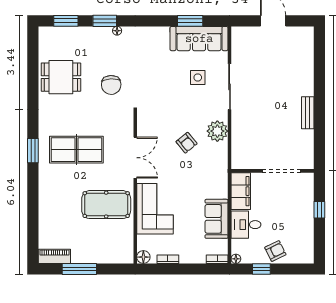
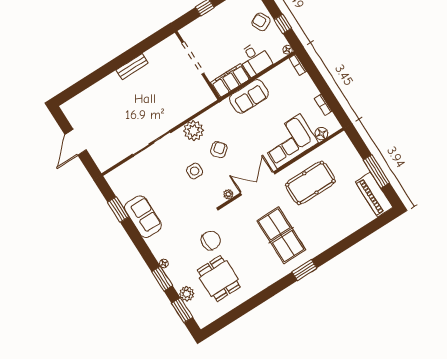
plant: (78, 34) -> (187, 294), added
sofa: (199, 39) -> (143, 217), moved, width x0.73
dining table: (61, 77) -> (219, 278), moved
side table: (198, 77) -> (195, 171), moved
plant: (142, 126) -> (228, 194), added
pool table: (106, 205) -> (310, 183), turned 90
sofa: (217, 219) -> (249, 96), moved
piano: (54, 256) -> (374, 195), width x1.37, depth x1.33
floor lamp: (143, 257) -> (321, 134), moved

